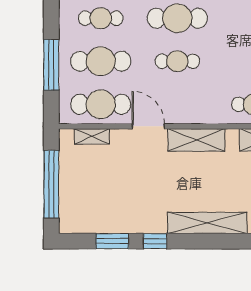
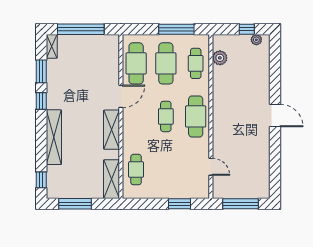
window: (51, 65) -> (176, 29), moved
shelving: (92, 136) -> (52, 46), moved

